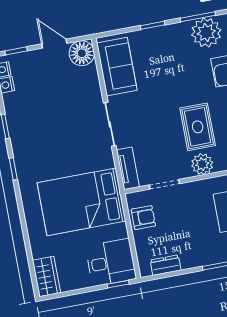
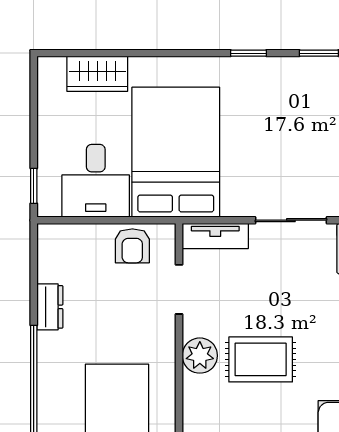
desk: (111, 262) -> (96, 181), moved
dresser: (166, 265) -> (50, 307), moved
wardrobe: (46, 277) -> (97, 74), moved

